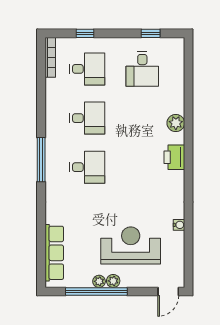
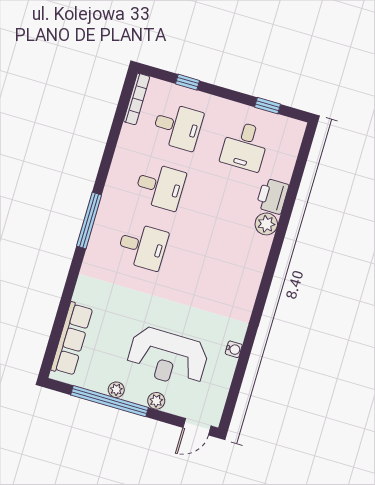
printer: (174, 157) -> (272, 196), moved
reception desk: (131, 246) -> (168, 357), turned 180
plant: (113, 281) -> (156, 401), moved

